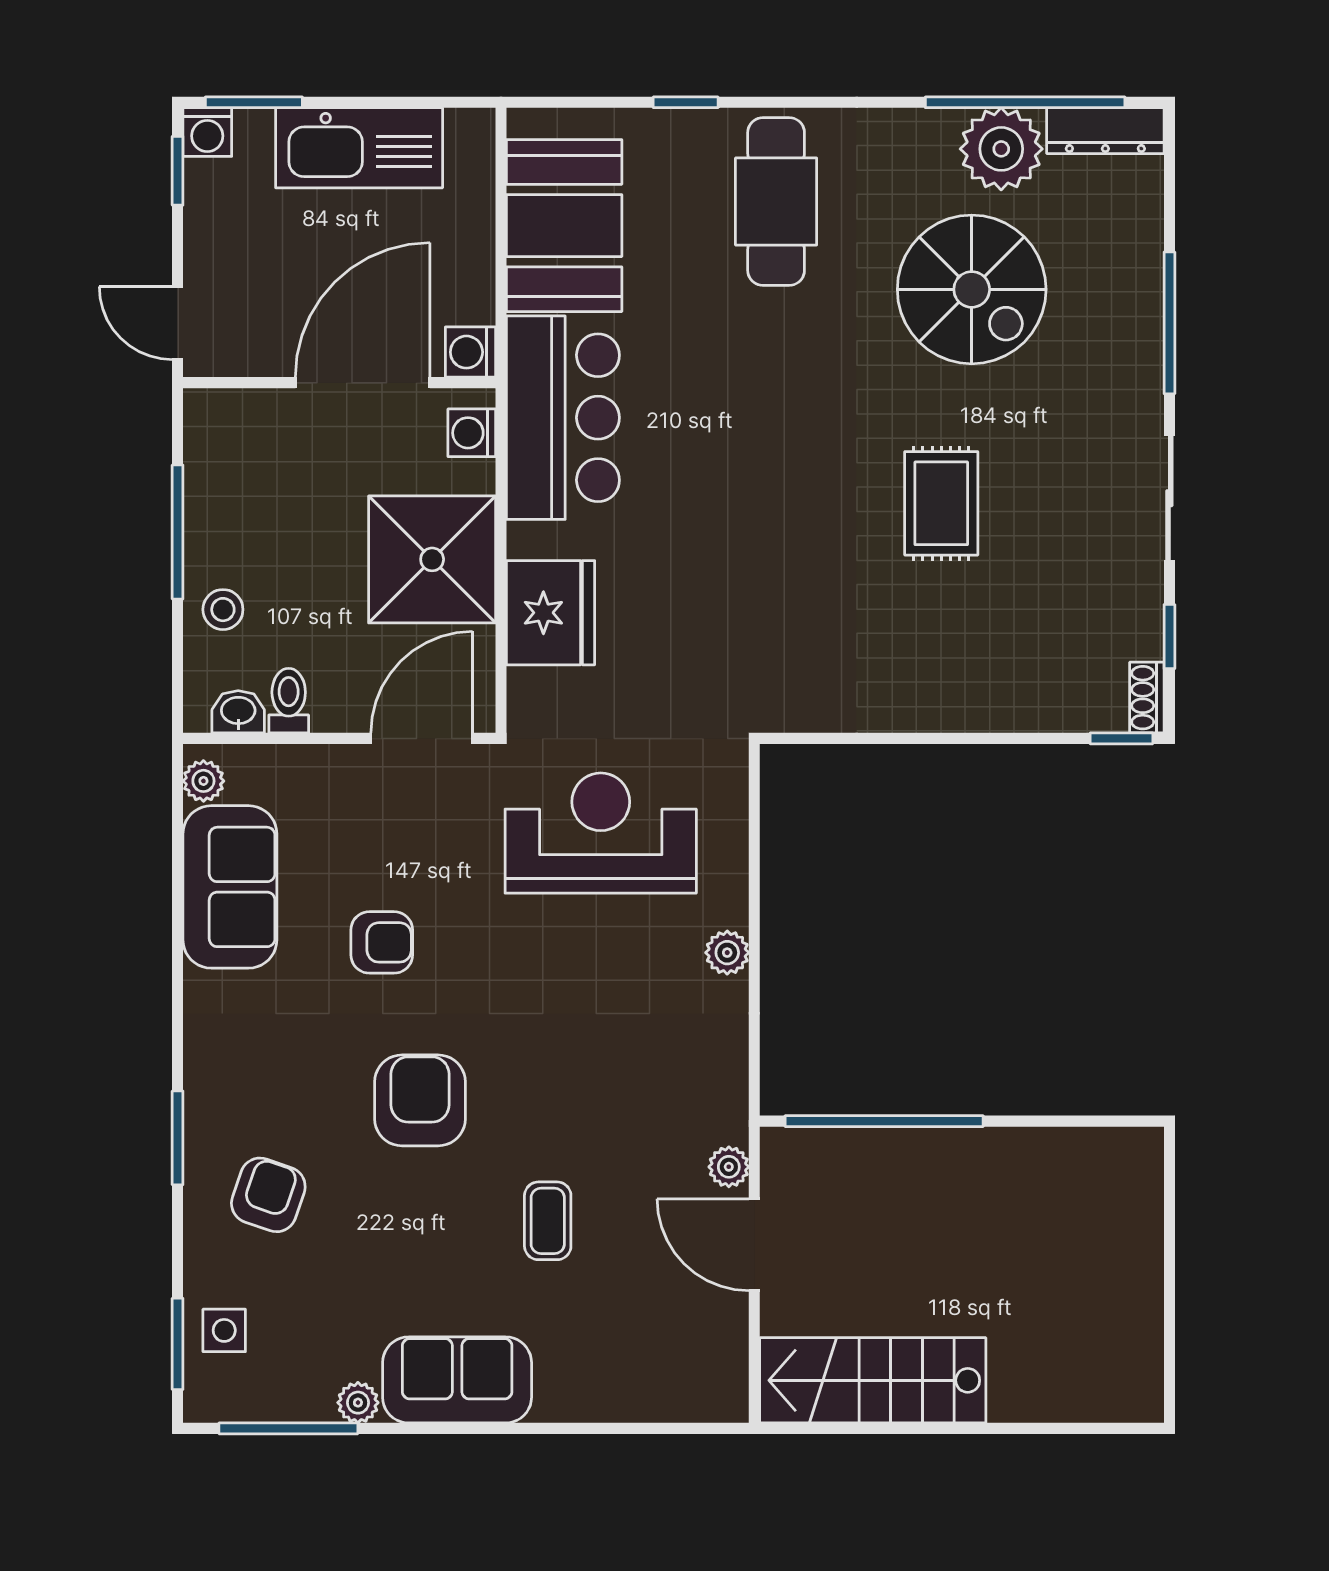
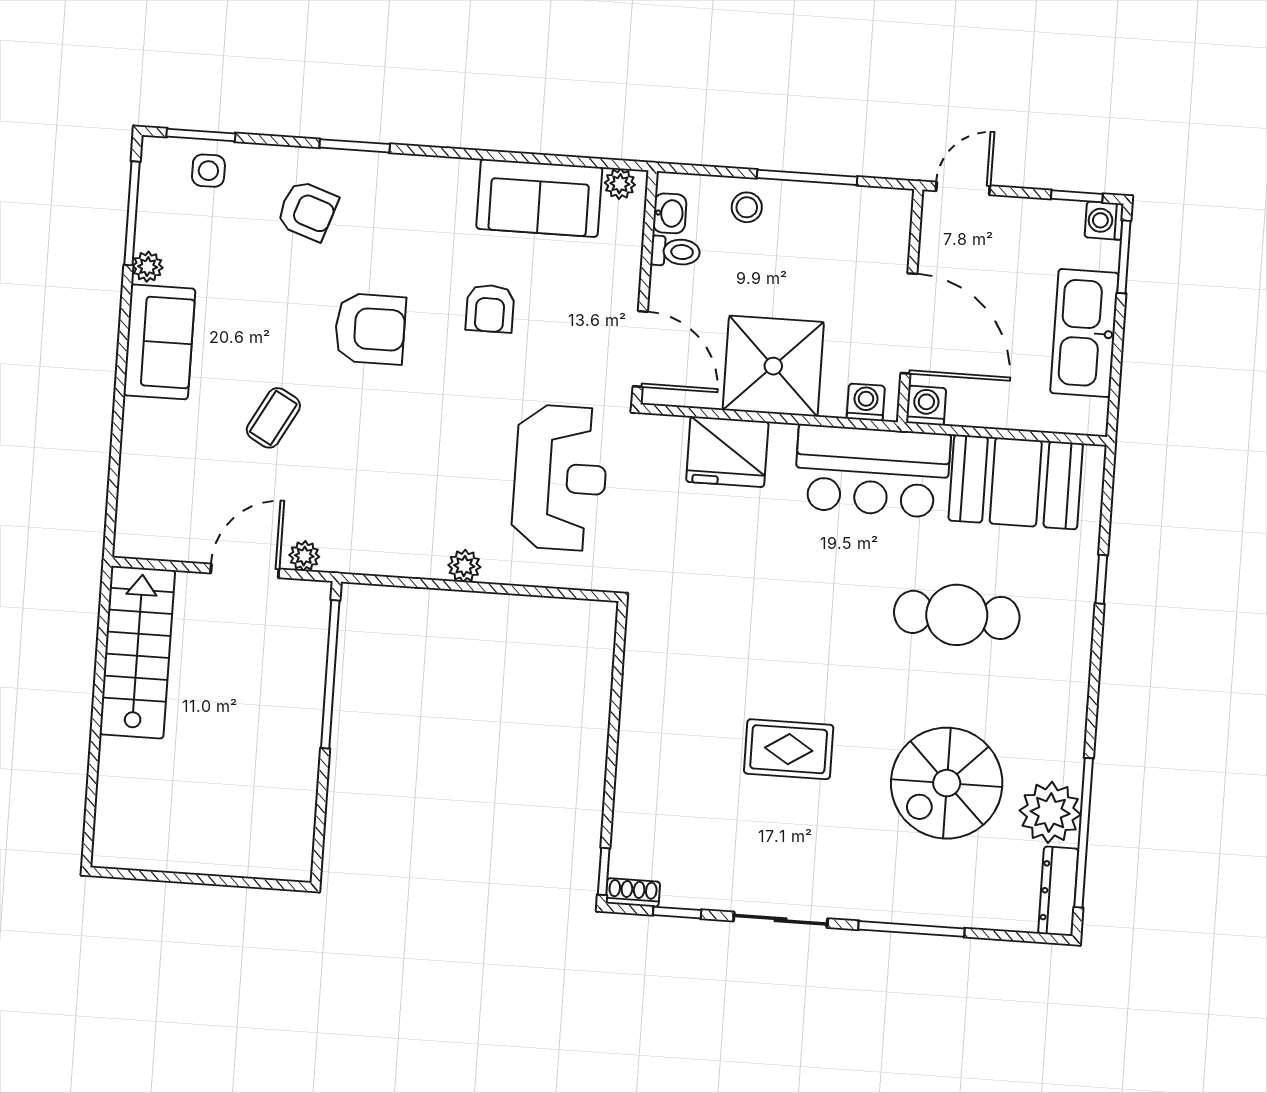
cafe table: (776, 202) -> (957, 615), moved
coffee table: (548, 1221) -> (273, 418), turned -61

